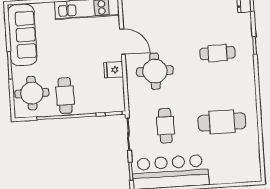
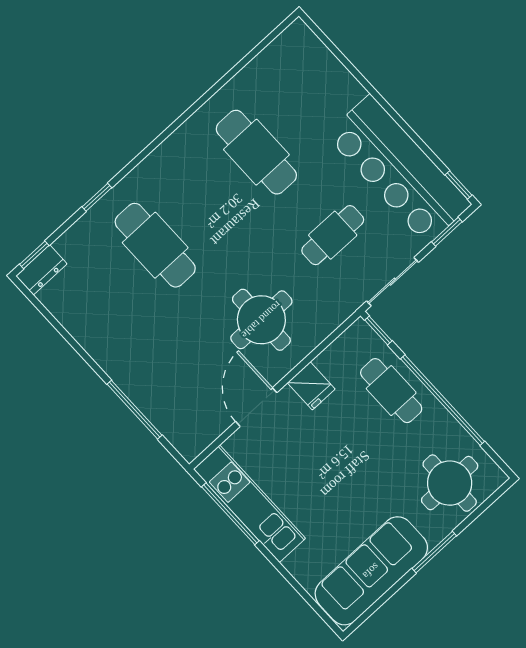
cafe table: (217, 53) -> (155, 245), width x1.37, depth x1.35
cafe table: (65, 96) -> (391, 391), moved, turned 90

